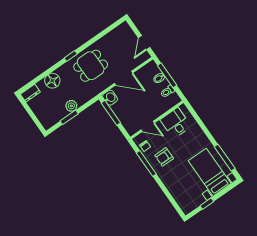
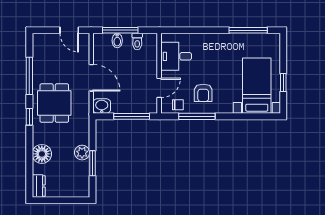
window: (97, 38) -> (29, 76), added
door: (123, 78) -> (91, 78), hinge flipped
window: (111, 113) -> (132, 116), moved
bed with nightstands: (210, 172) -> (257, 86), moved, turned 90

